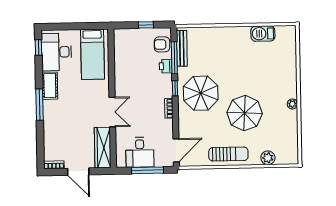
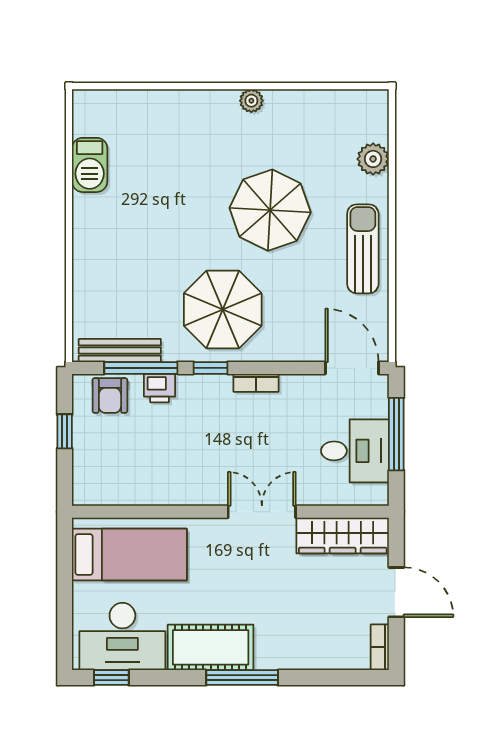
cot: (50, 86) -> (211, 647), width x1.37, depth x1.34
door: (78, 172) -> (396, 592), hinge flipped

